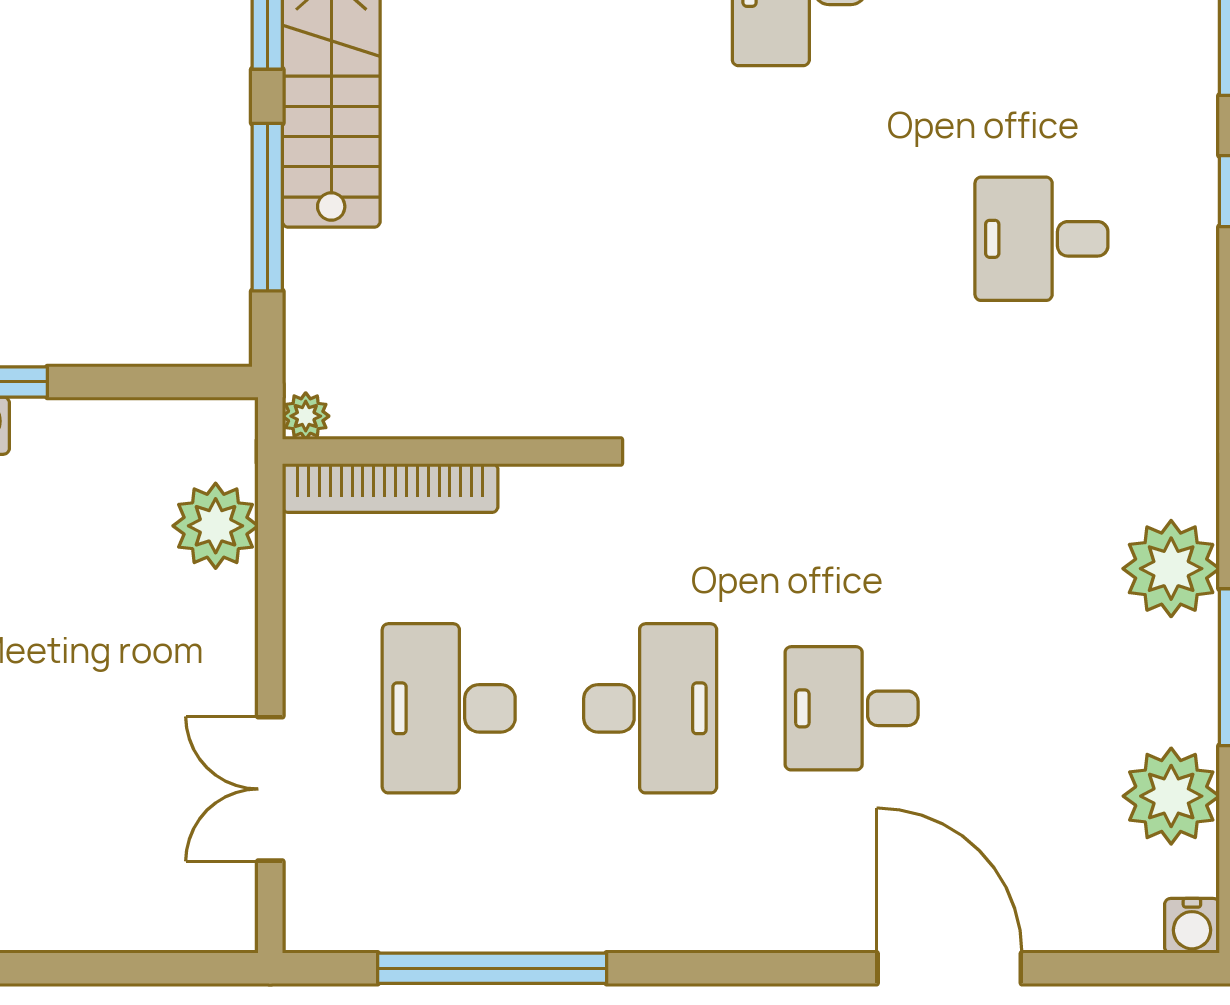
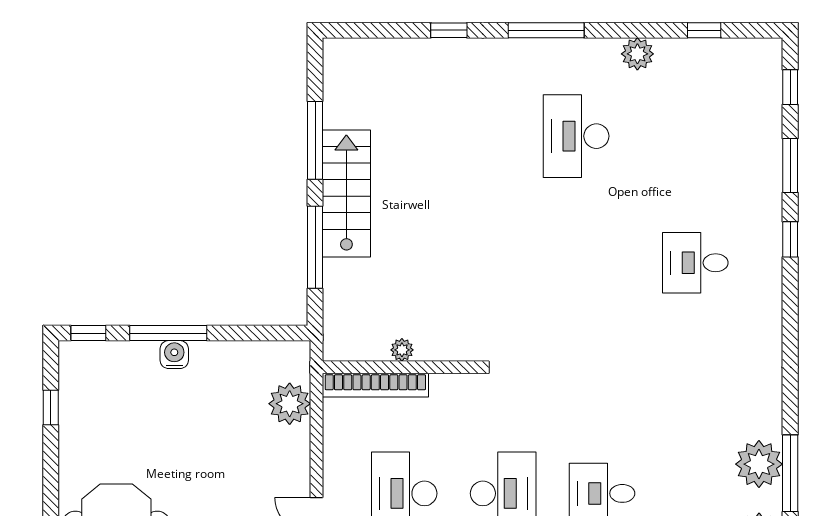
plant: (306, 416) -> (402, 350), moved
plant: (1171, 569) -> (759, 464), moved

